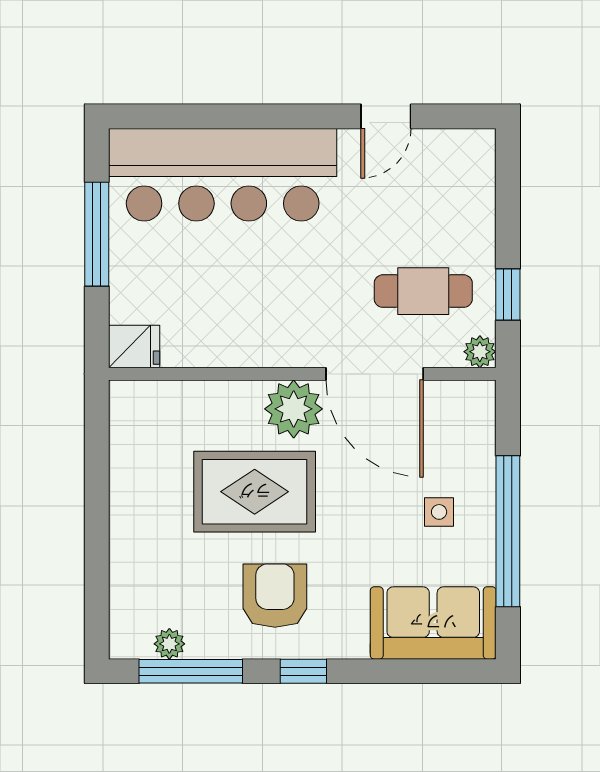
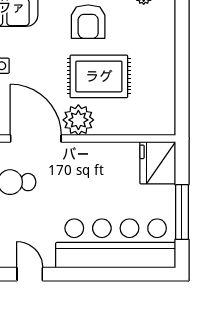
door: (386, 116) -> (30, 274), hinge flipped
fridge: (134, 347) -> (158, 163), width x1.88, depth x1.34

